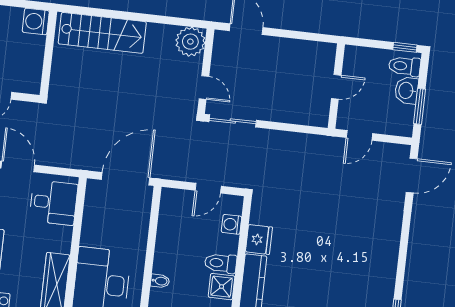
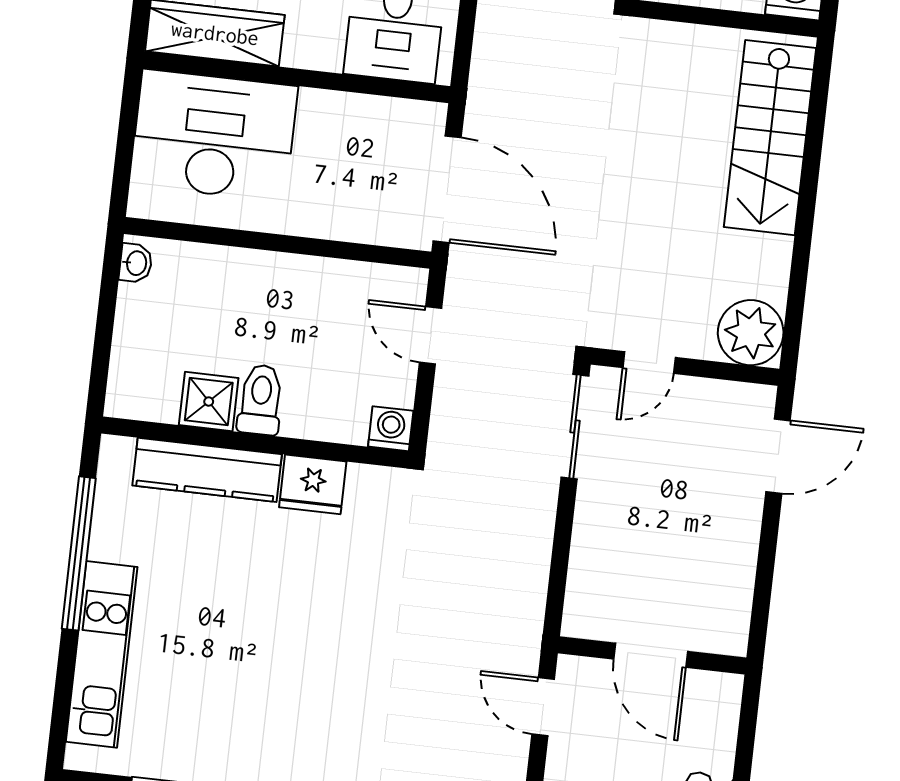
door: (336, 87) -> (651, 655), width x1.38
door: (208, 188) -> (431, 335), moved
washing machine: (232, 224) -> (391, 429), moved
bidet: (160, 281) -> (221, 265), removed

